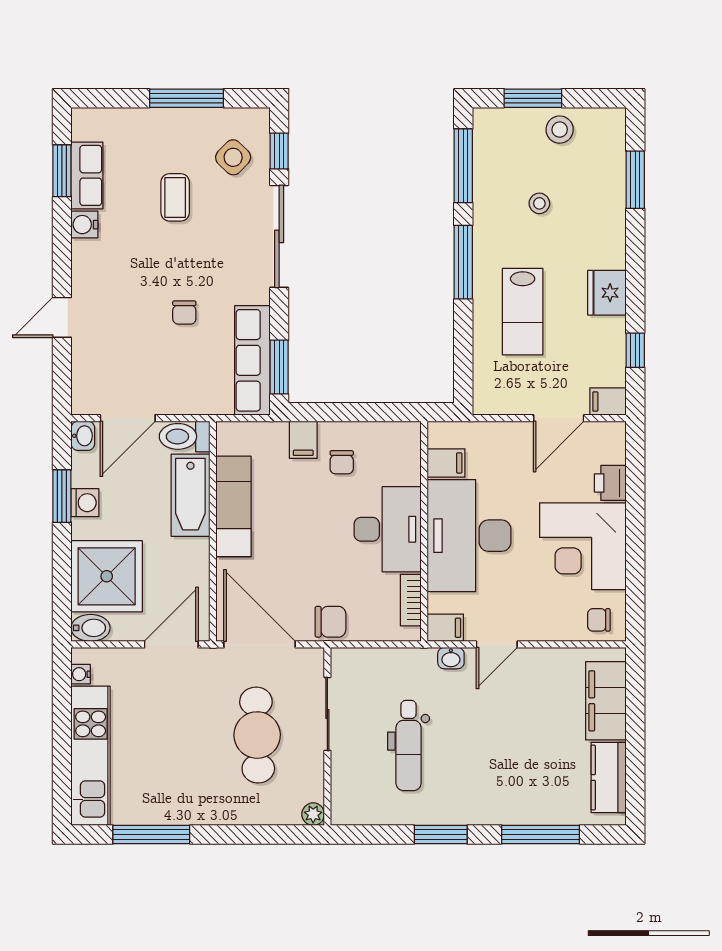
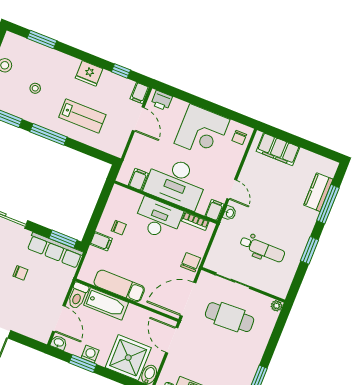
printer: (610, 483) -> (162, 101), moved
kitchen counter: (609, 778) -> (318, 192), moved, turned 90

